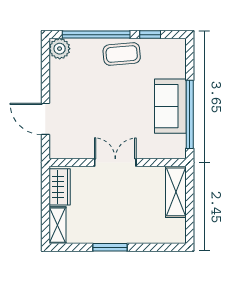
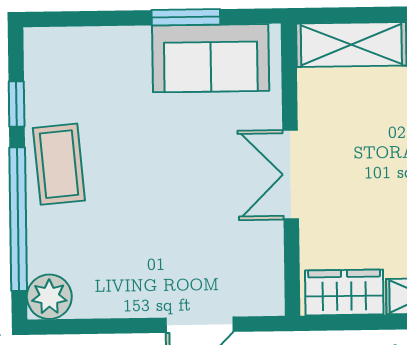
sofa: (170, 106) -> (211, 58), moved
window: (190, 114) -> (186, 17), width x0.47

